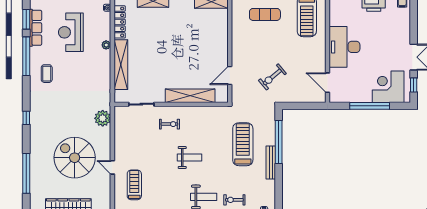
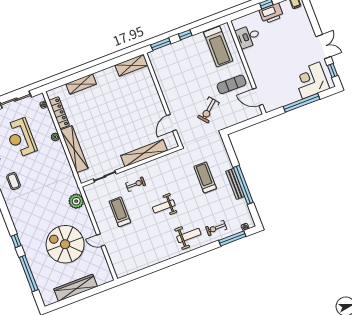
exercise mat: (265, 14) -> (231, 84), moved
desk: (344, 47) -> (248, 36), moved, width x0.53, depth x0.77
window: (26, 118) -> (16, 241), moved
window: (279, 142) -> (243, 185), moved
treadmill: (243, 144) -> (205, 177), width x0.73, depth x0.73
weight bench: (189, 158) -> (164, 206), turned 180
treadmill: (134, 185) -> (120, 212), moved

